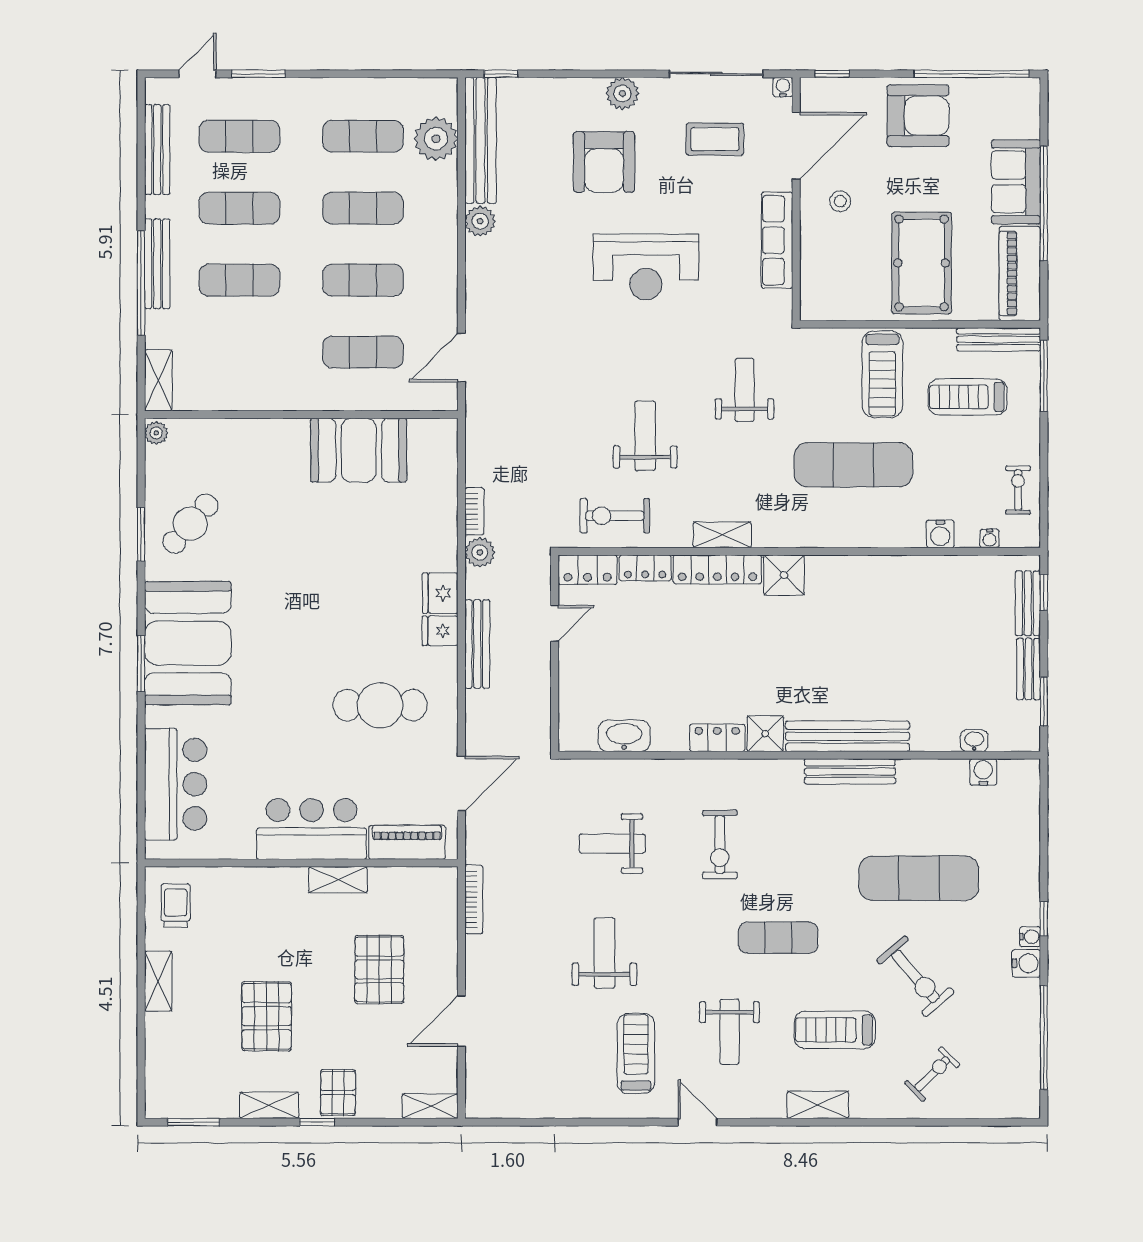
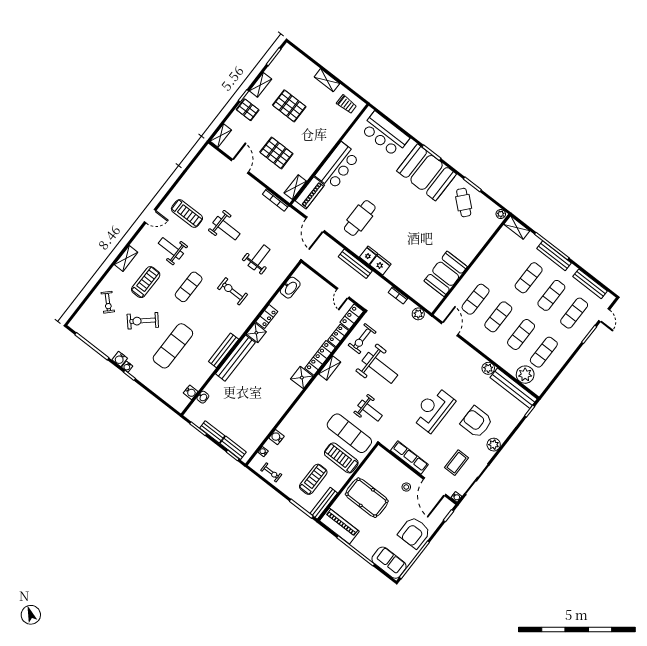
sofa: (1016, 182) -> (389, 563), moved
weight bench: (645, 436) -> (380, 368), width x1.36, depth x1.33
exercise mat: (853, 465) -> (349, 433), moved, turned 90
exercise bike: (615, 516) -> (362, 339), turned 180
plant: (480, 552) -> (418, 314), moved
shelving: (338, 880) -> (295, 187), moved

